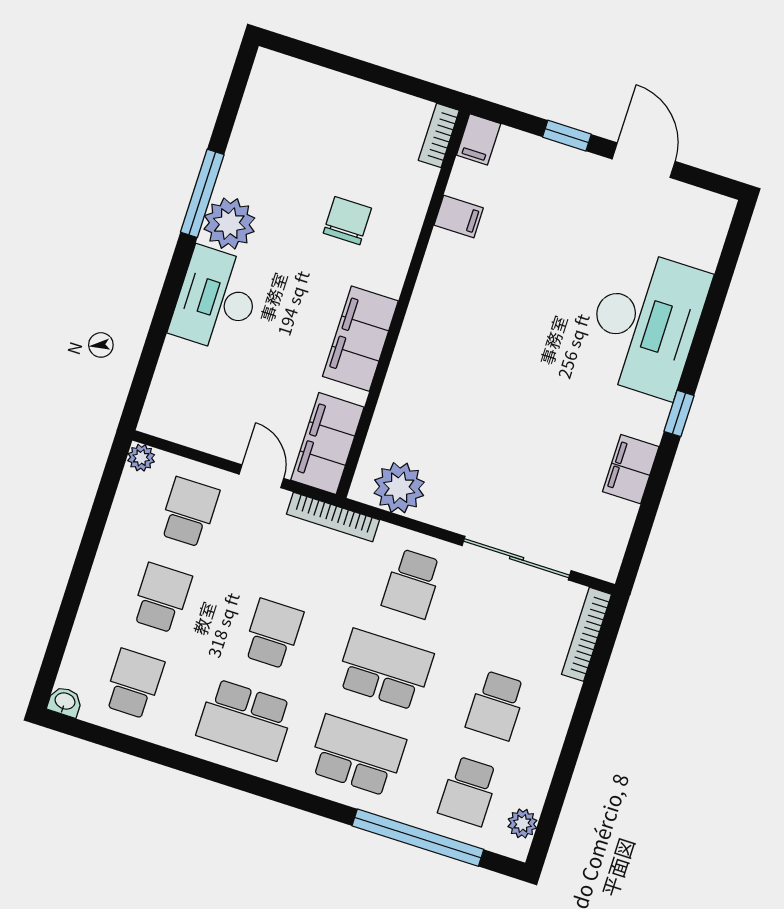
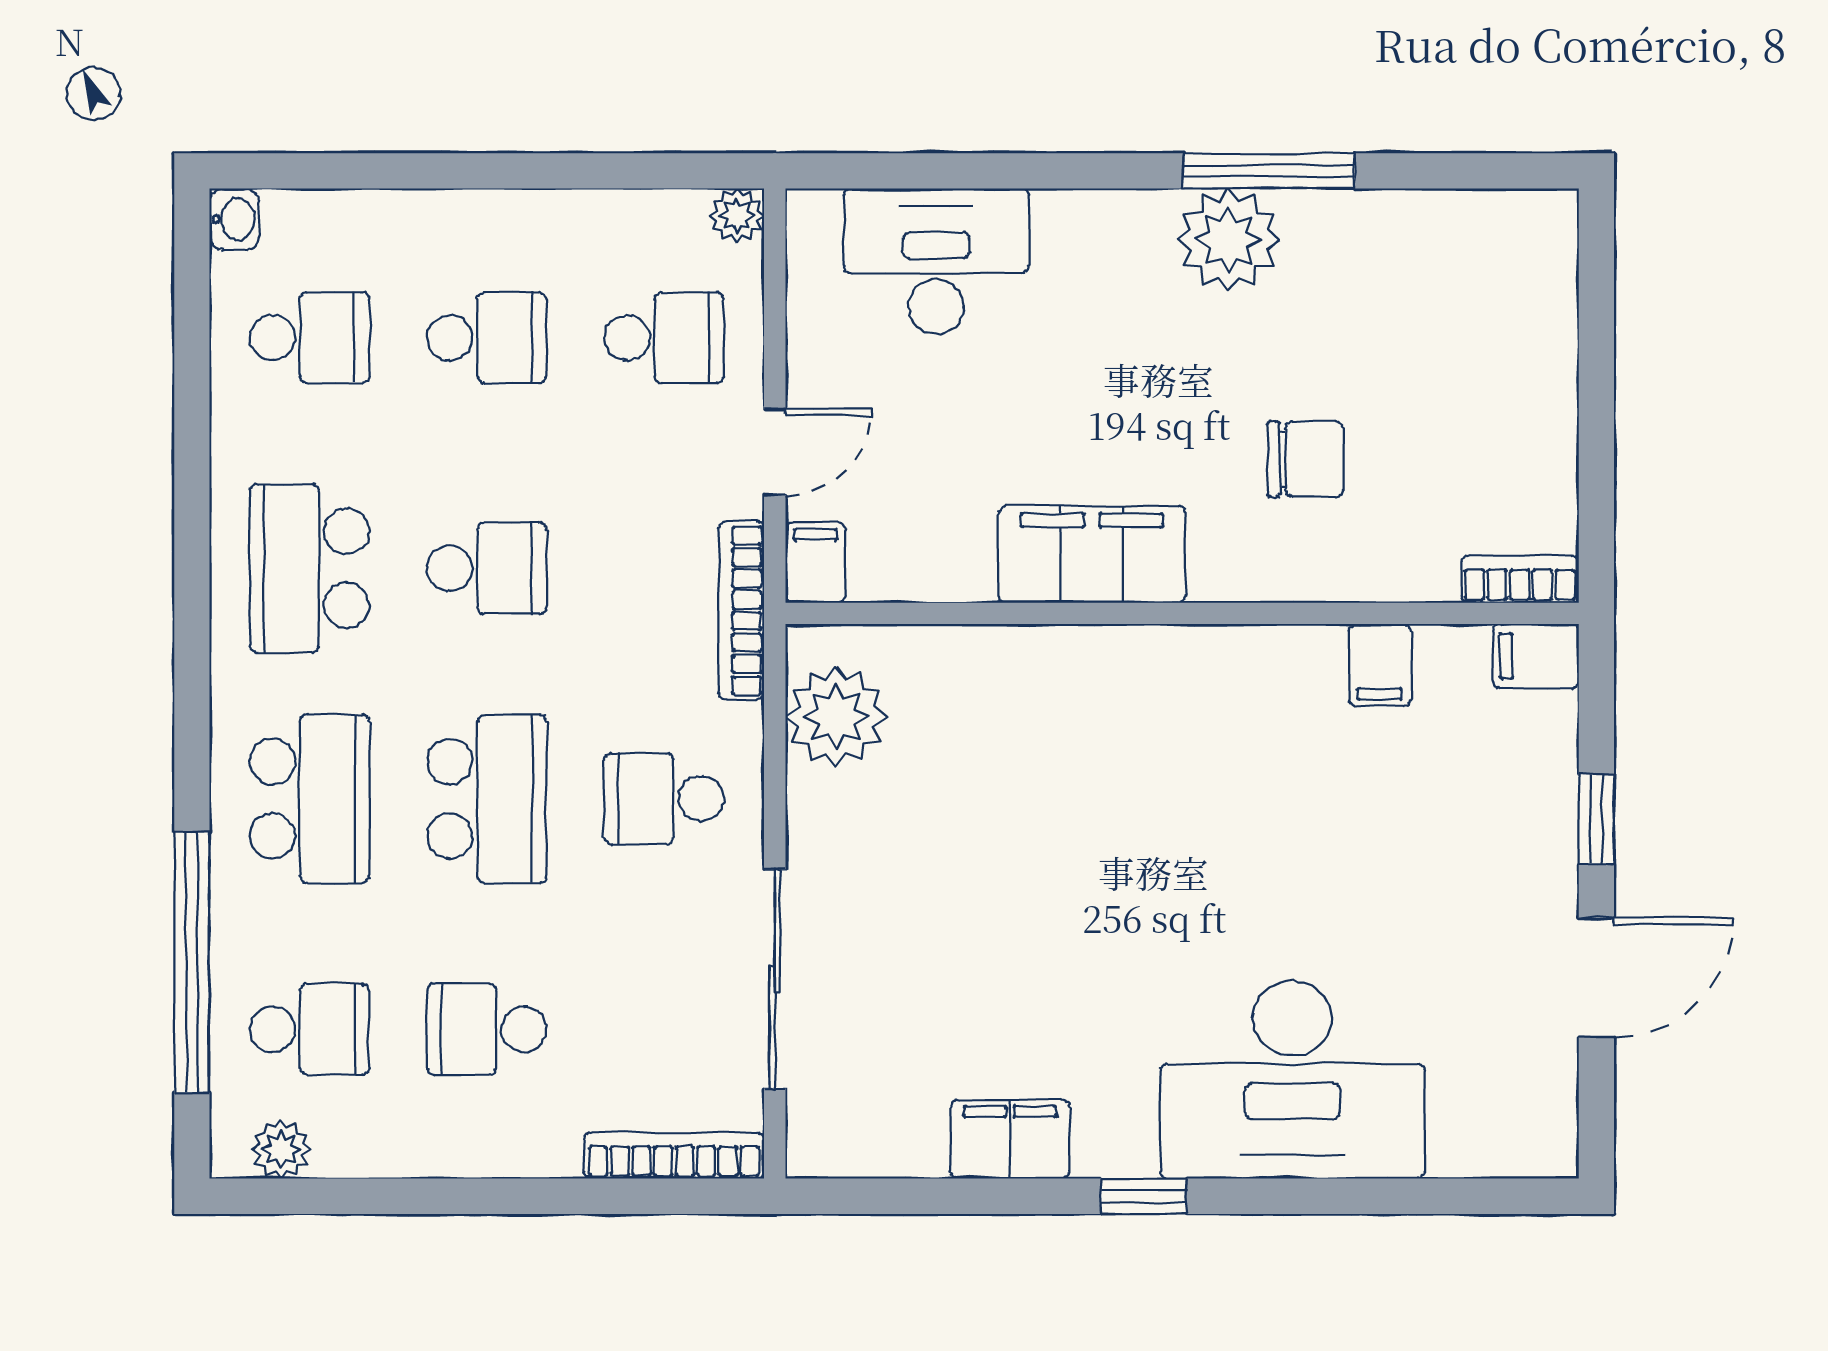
desk: (216, 299) -> (936, 261), moved
filing cabinet: (327, 444) -> (815, 563), width x0.33, depth x0.86
school desk: (469, 791) -> (309, 1029), turned 180

